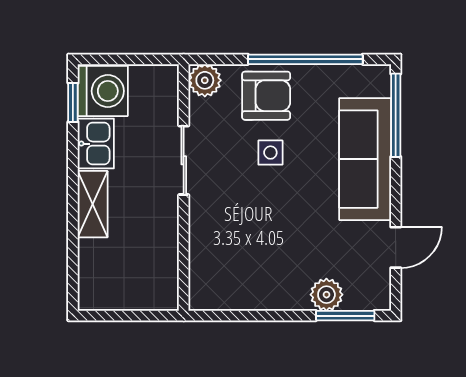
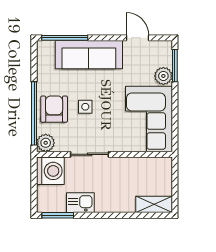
window: (305, 59) -> (34, 113), moved
washing machine: (103, 91) -> (50, 171), moved, turned 90
window: (73, 102) -> (58, 215), width x1.50
shelving: (93, 204) -> (154, 204), moved
corner sofa: (248, 268) -> (149, 119), added

